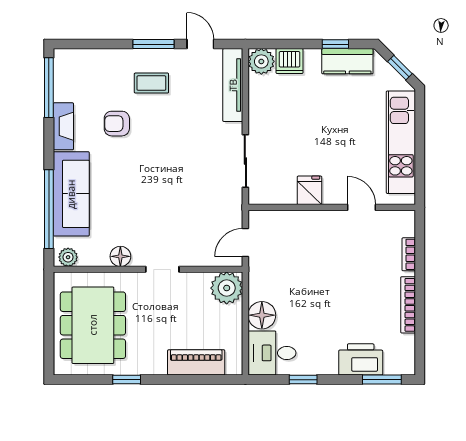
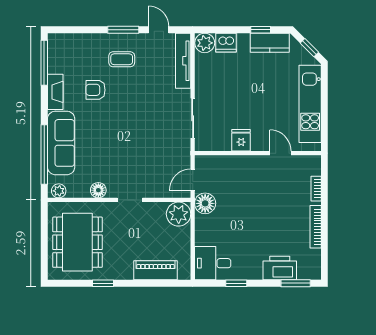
floor lamp: (262, 315) -> (205, 203), moved

